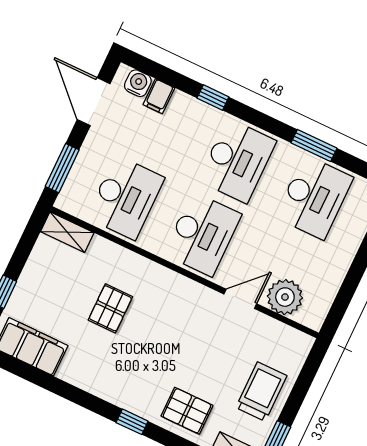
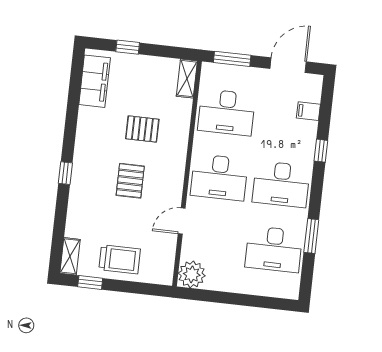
water cooler: (138, 83) -> (313, 93), removed
plant: (285, 297) -> (192, 274), moved
door: (240, 299) -> (182, 221), swing flipped
pallet: (187, 411) -> (130, 181), moved

